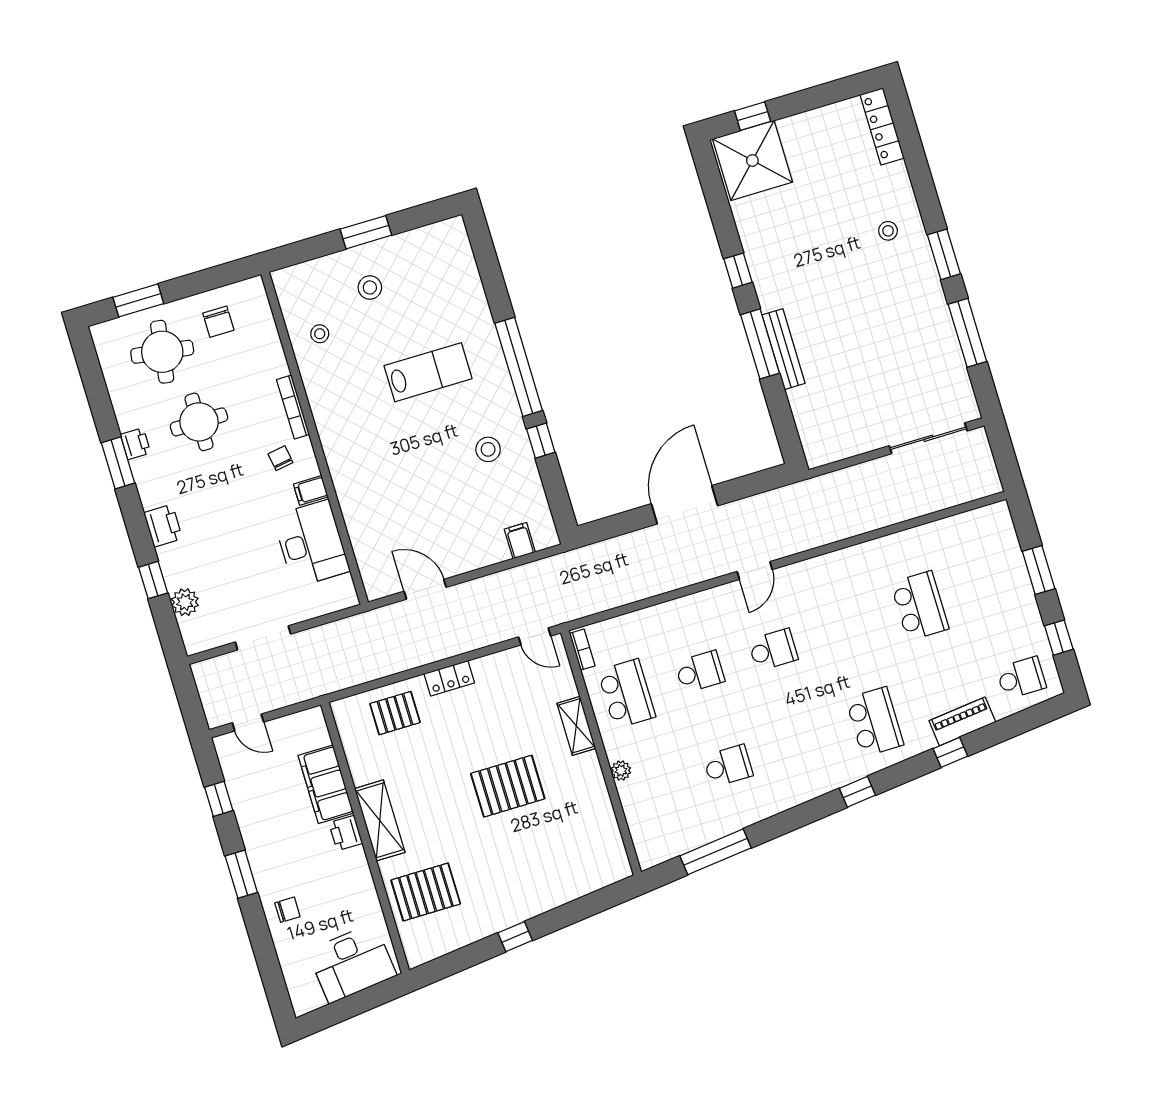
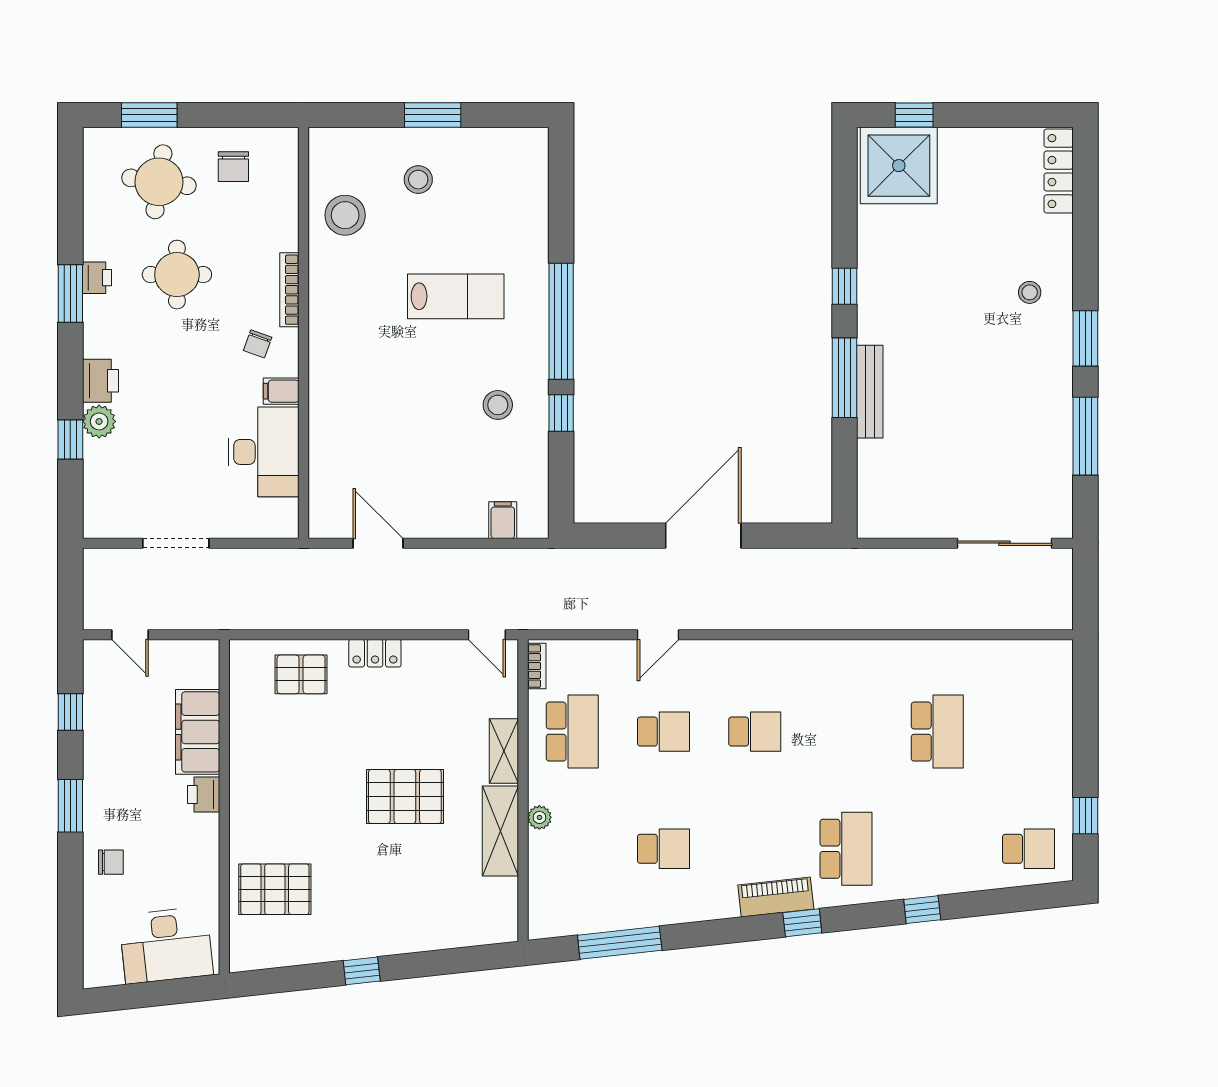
stool: (320, 334) -> (345, 215), width x1.89, depth x1.89
chair: (280, 458) -> (258, 344), turned -151
door: (755, 570) -> (658, 635), moved
window: (1039, 570) -> (1085, 731), removed
plant: (185, 602) -> (99, 421), moved
piano: (962, 721) -> (776, 897), moved
shelving: (380, 820) -> (500, 831), moved

